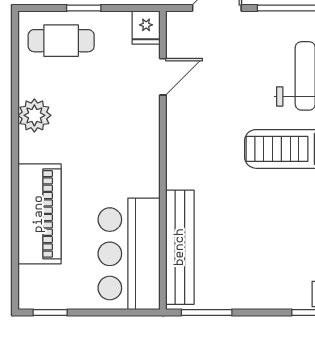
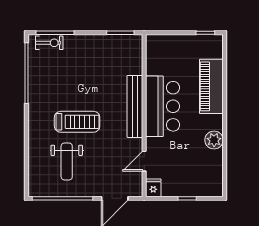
cafe table: (61, 41) -> (200, 181), removed
bench: (180, 247) -> (135, 106), moved
bar counter: (129, 254) -> (163, 106), moved

